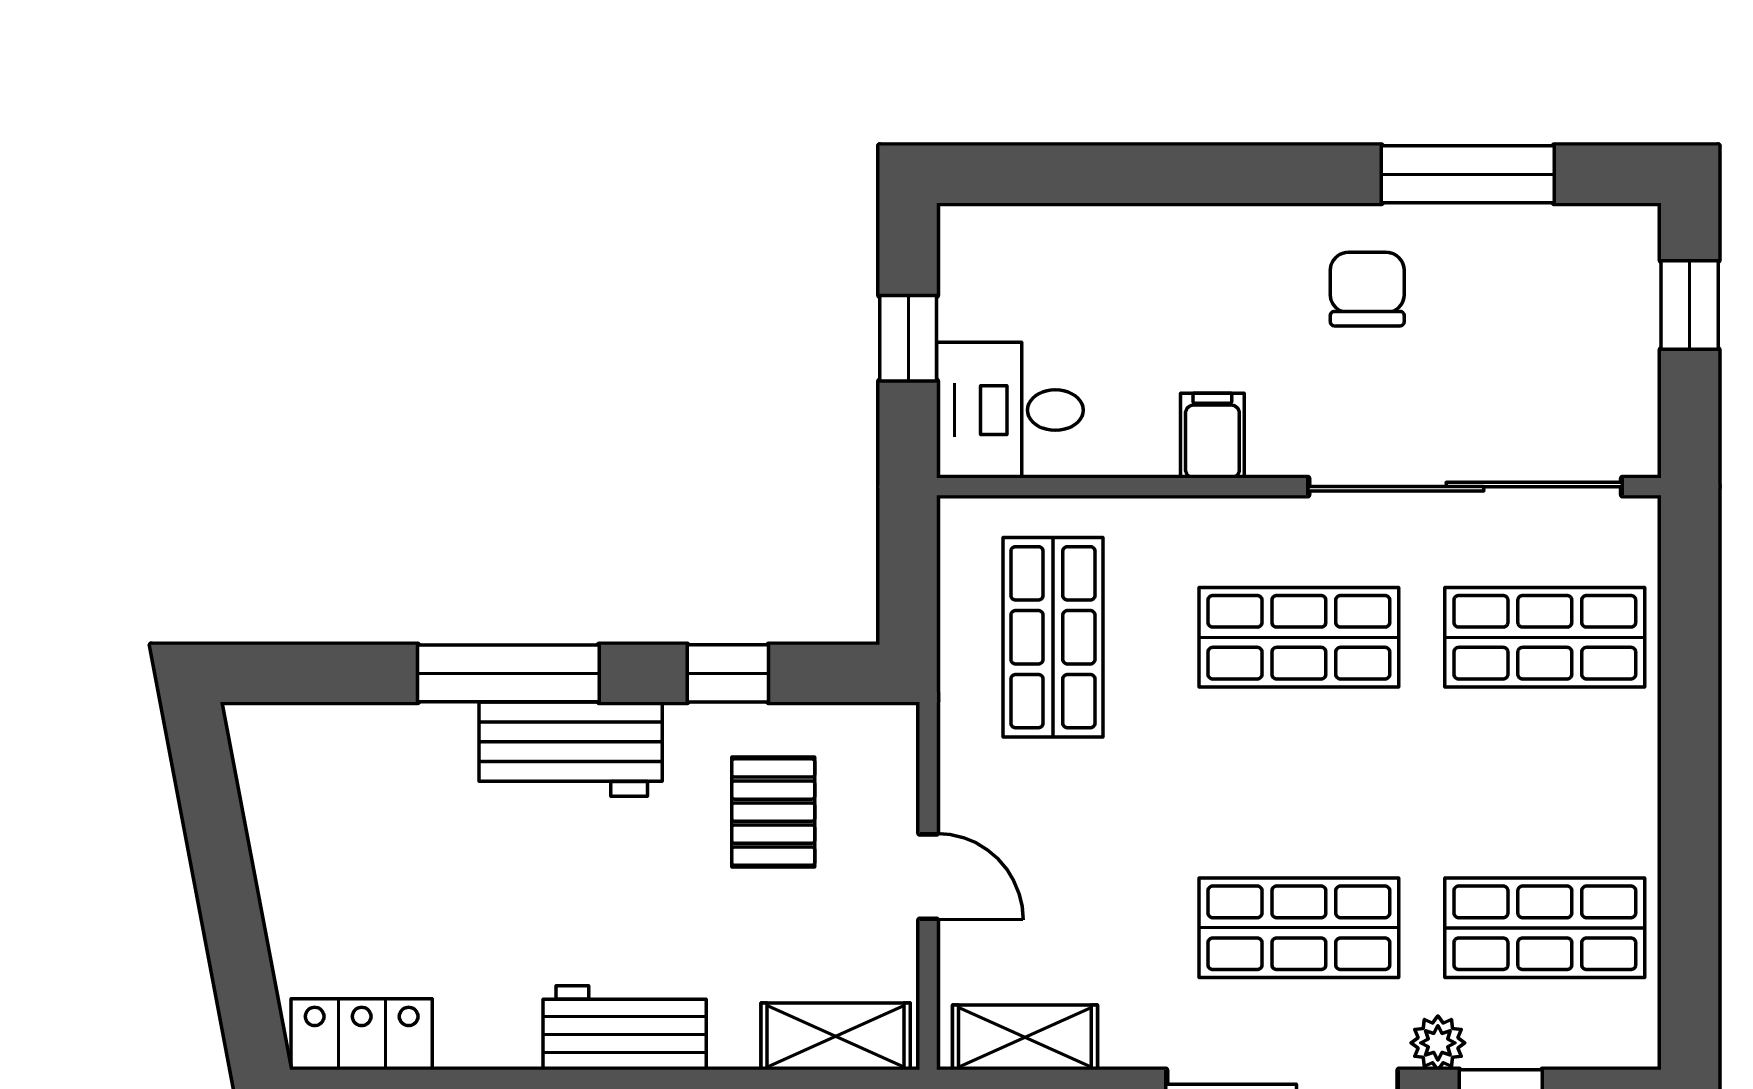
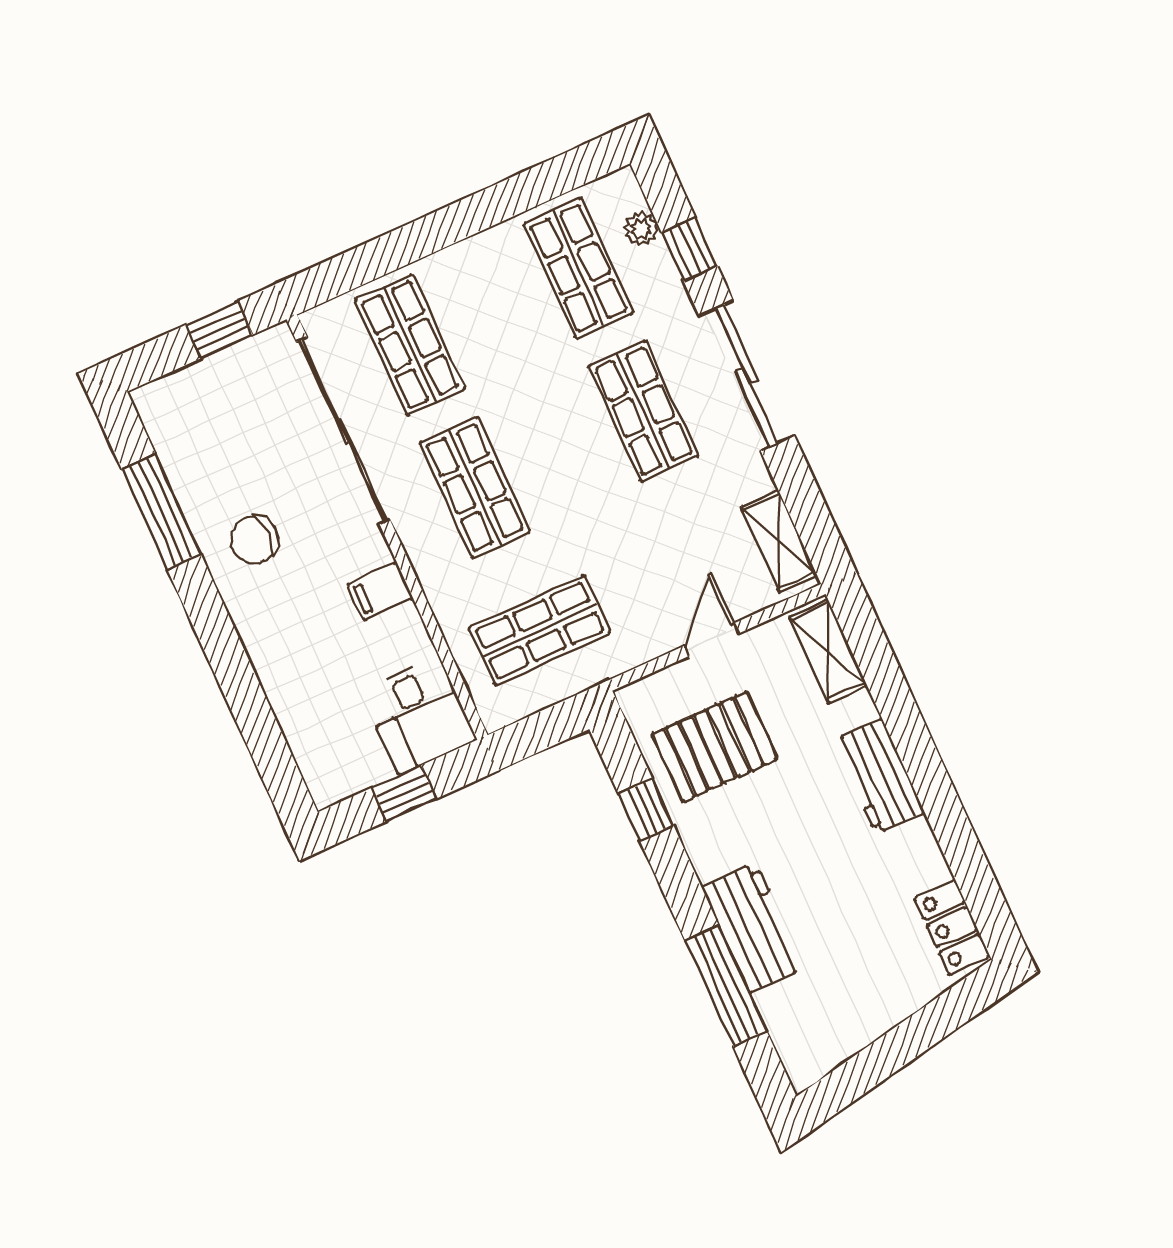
window: (1690, 305) -> (219, 330), moved
window: (508, 673) -> (726, 986), moved
workbench: (571, 749) -> (753, 928), moved
pallet: (773, 812) -> (715, 747), width x1.50, depth x1.42
plant: (1438, 1043) -> (641, 229), moved

